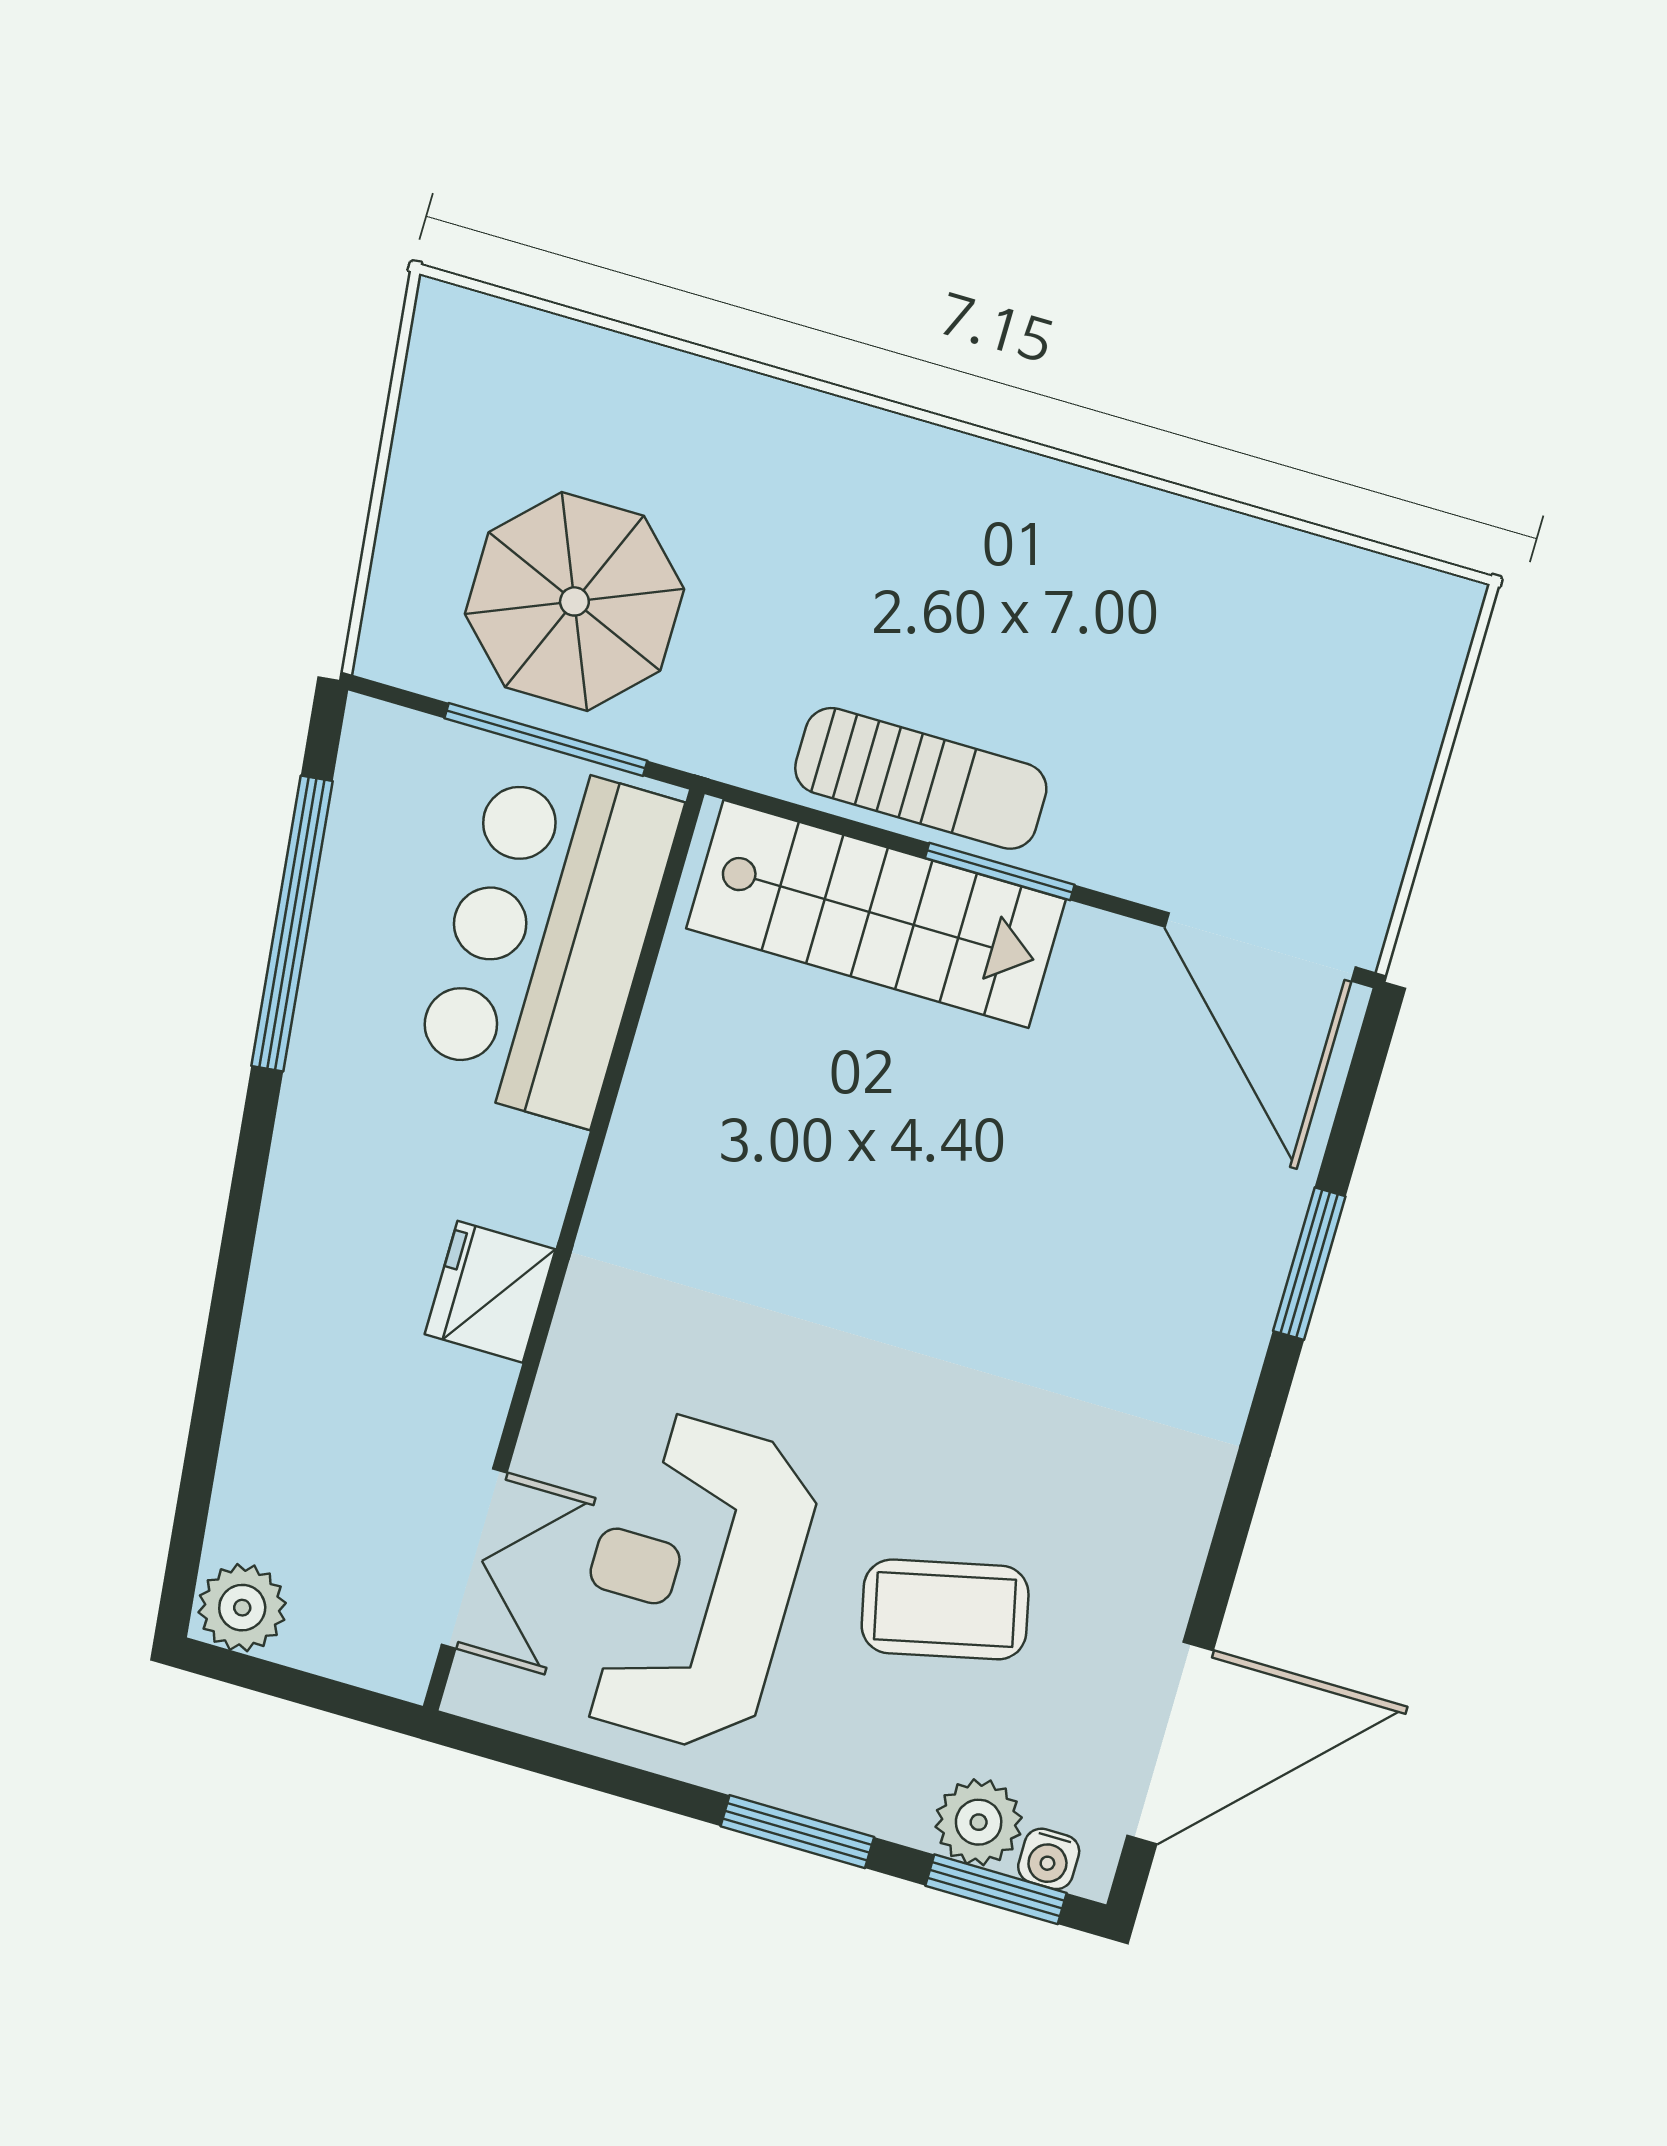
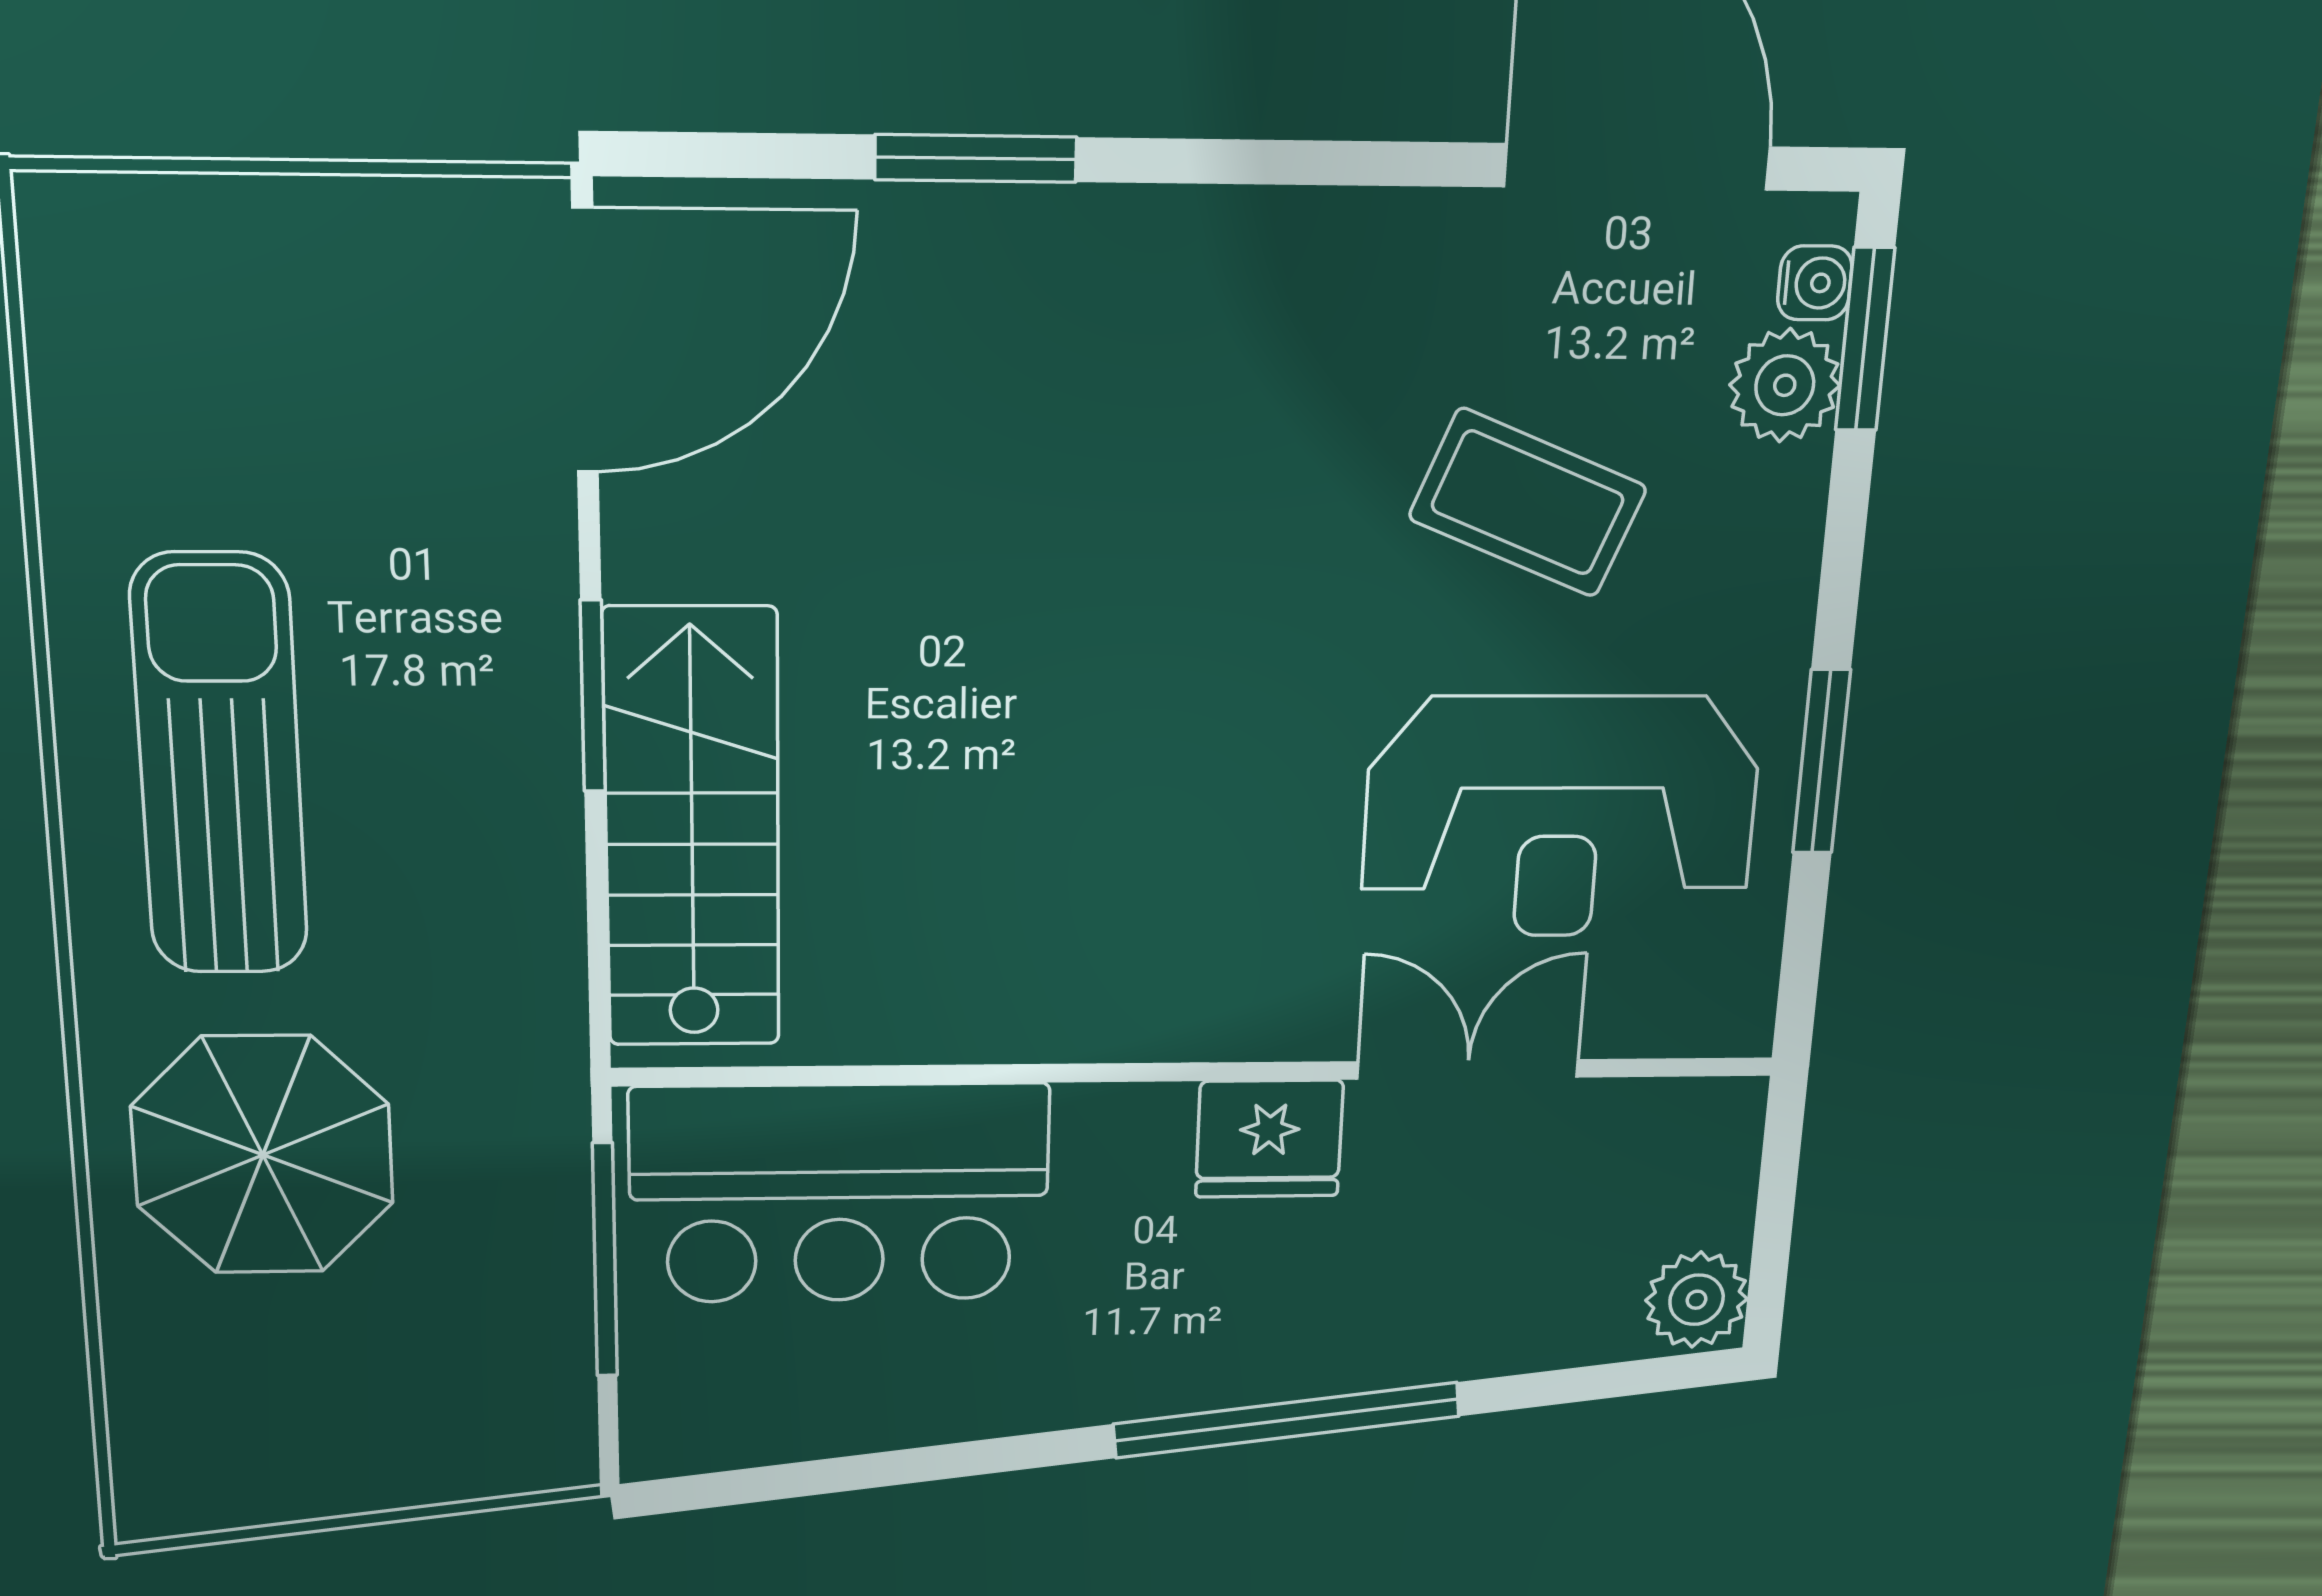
parasol: (574, 601) -> (263, 1155), moved
sun lounger: (921, 778) -> (220, 766), moved, width x1.36, depth x1.34
window: (292, 923) -> (1287, 1420), moved
double door: (474, 1559) -> (1468, 1069), moved
coffee table: (945, 1609) -> (1528, 503), turned -55
window: (797, 1832) -> (1821, 762), moved

